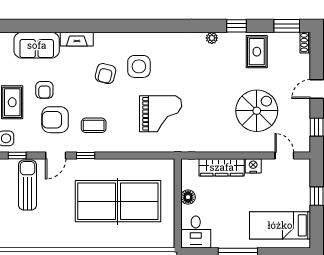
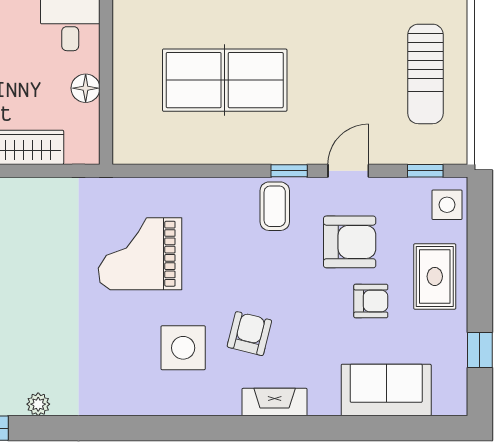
fireplace: (77, 39) -> (275, 402), moved
armchair: (44, 90) -> (371, 301), turned 90
coffee table: (94, 125) -> (275, 206), moved, turned 90
sun lounger: (27, 185) -> (425, 74), moved
table tennis table: (118, 201) -> (225, 80), width x0.73, depth x0.76

